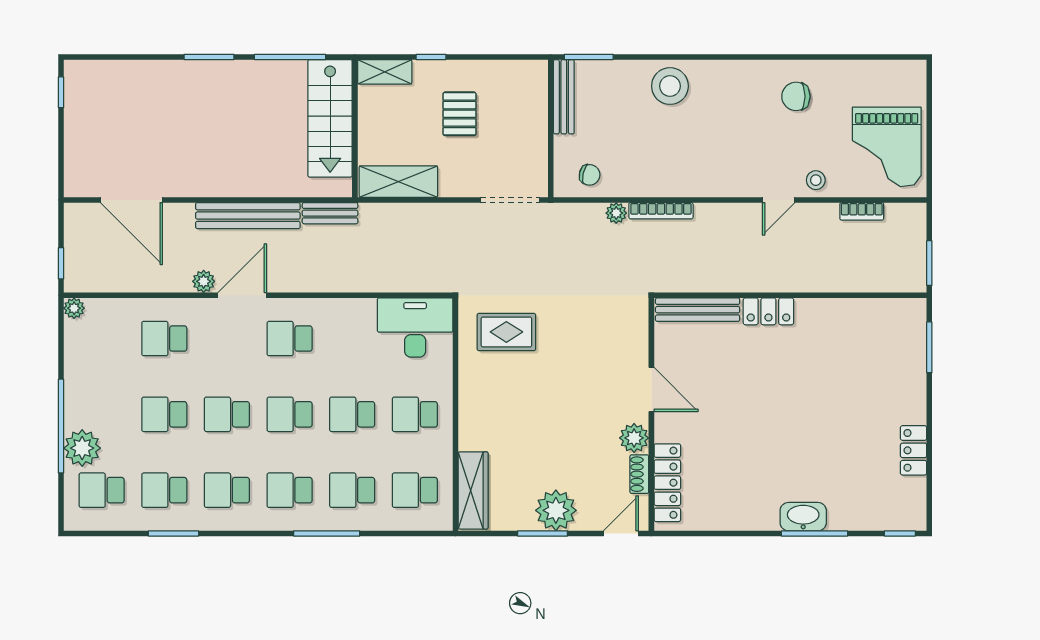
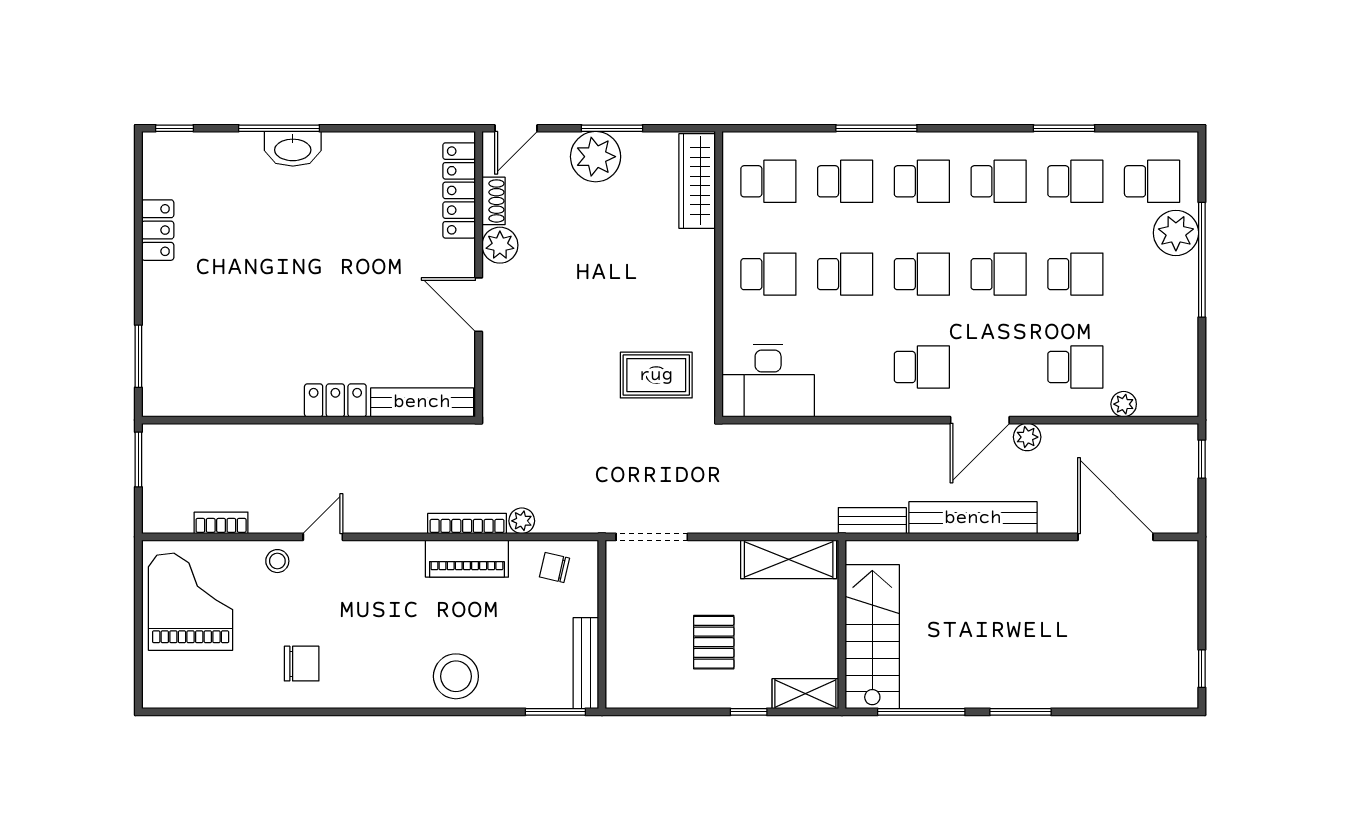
piano: (661, 182) -> (467, 559), added
plant: (74, 308) -> (1124, 404), moved

